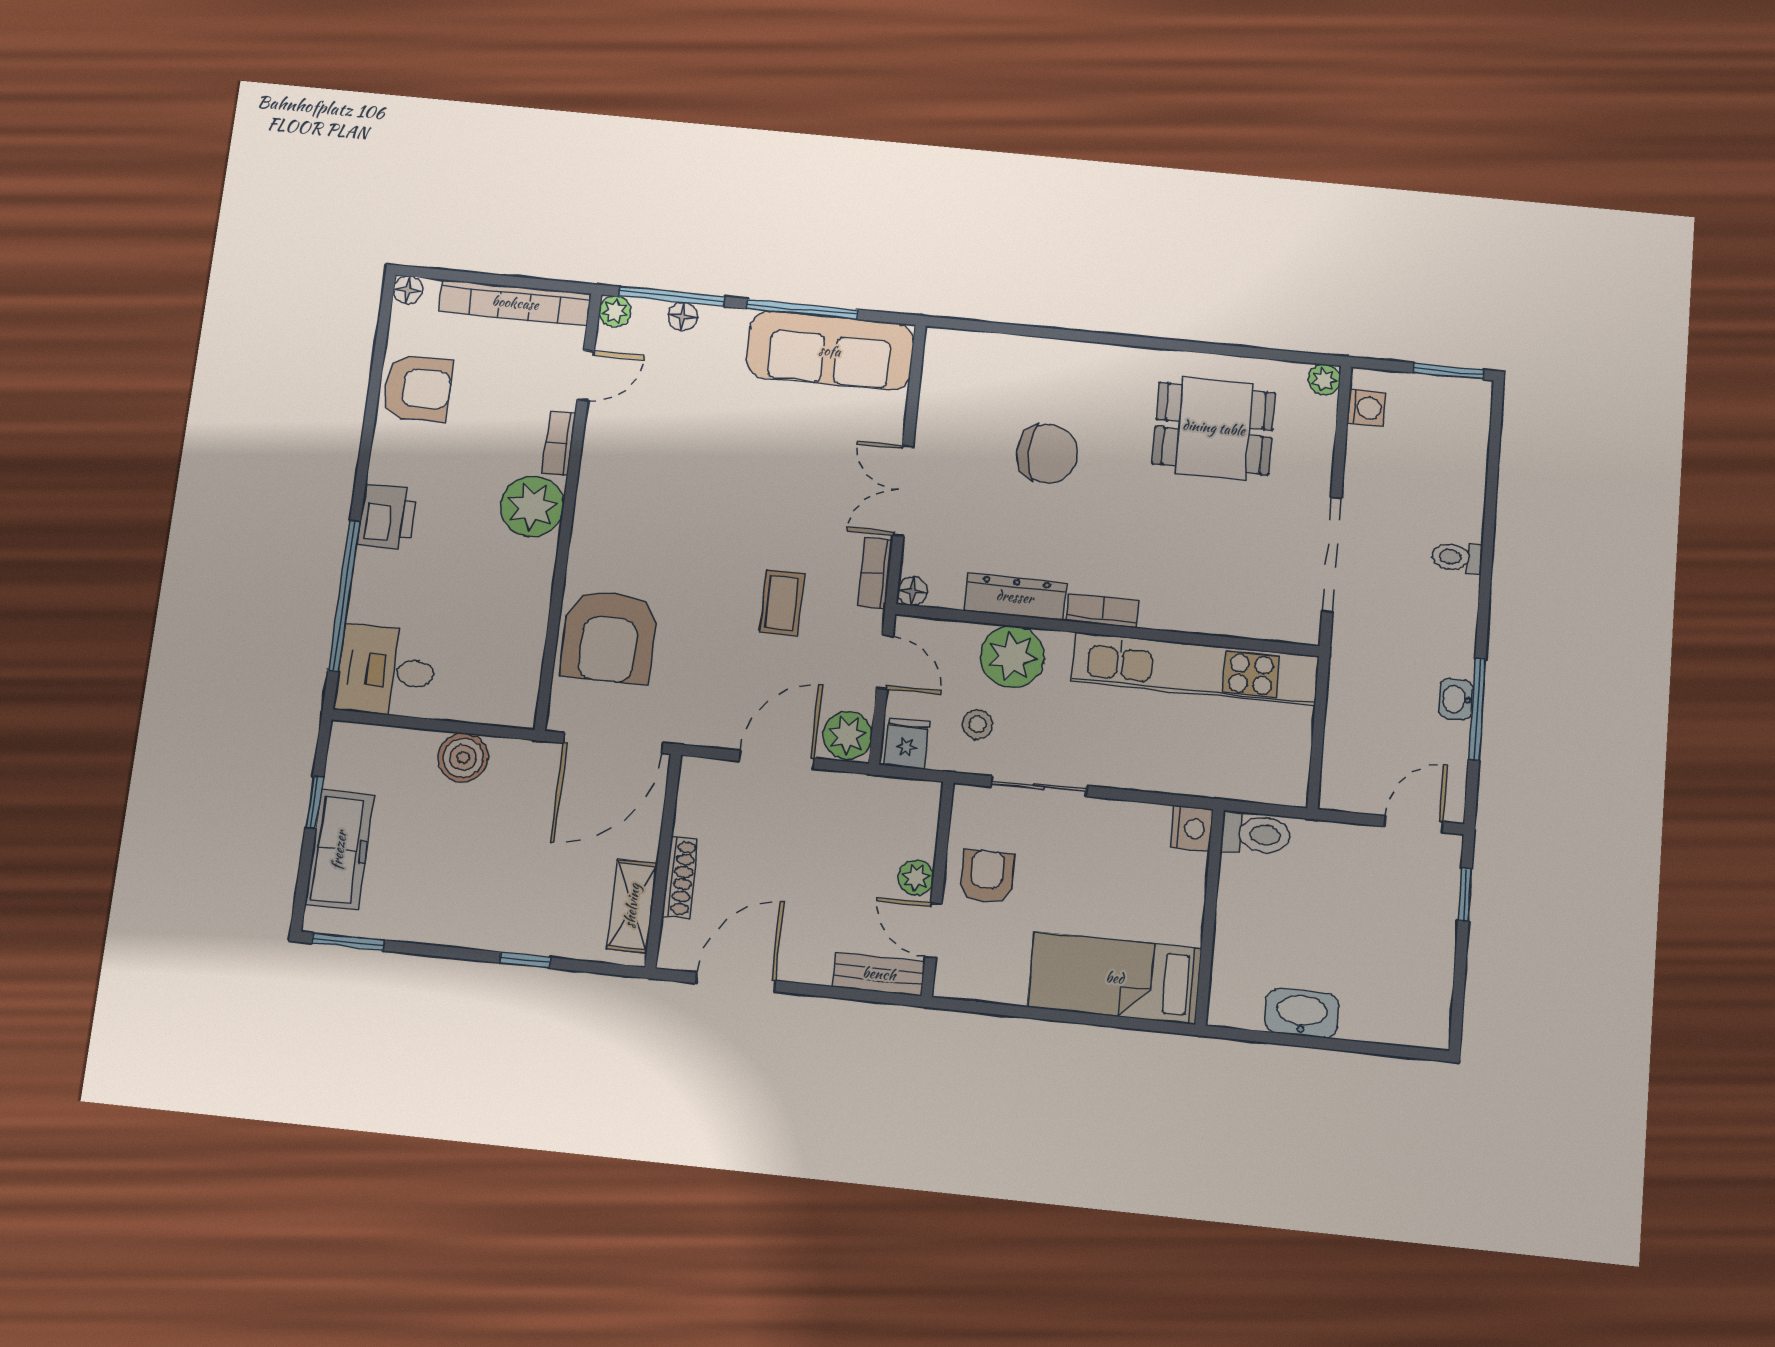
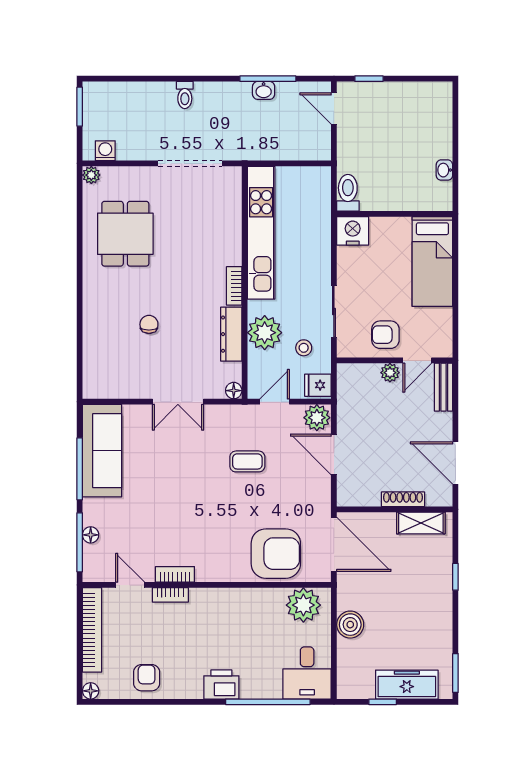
plant: (615, 311) -> (91, 573), removed
armchair: (417, 388) -> (147, 678), width x0.72, depth x0.72
chair: (1047, 454) -> (149, 324), width x0.54, depth x0.54
plant: (532, 507) -> (303, 605), moved
bookcase: (875, 573) -> (175, 574), moved, turned 180
nightstand: (1192, 828) -> (353, 231), width x1.36, depth x1.33
washbasin: (1302, 1013) -> (444, 170), width x0.52, depth x0.69

